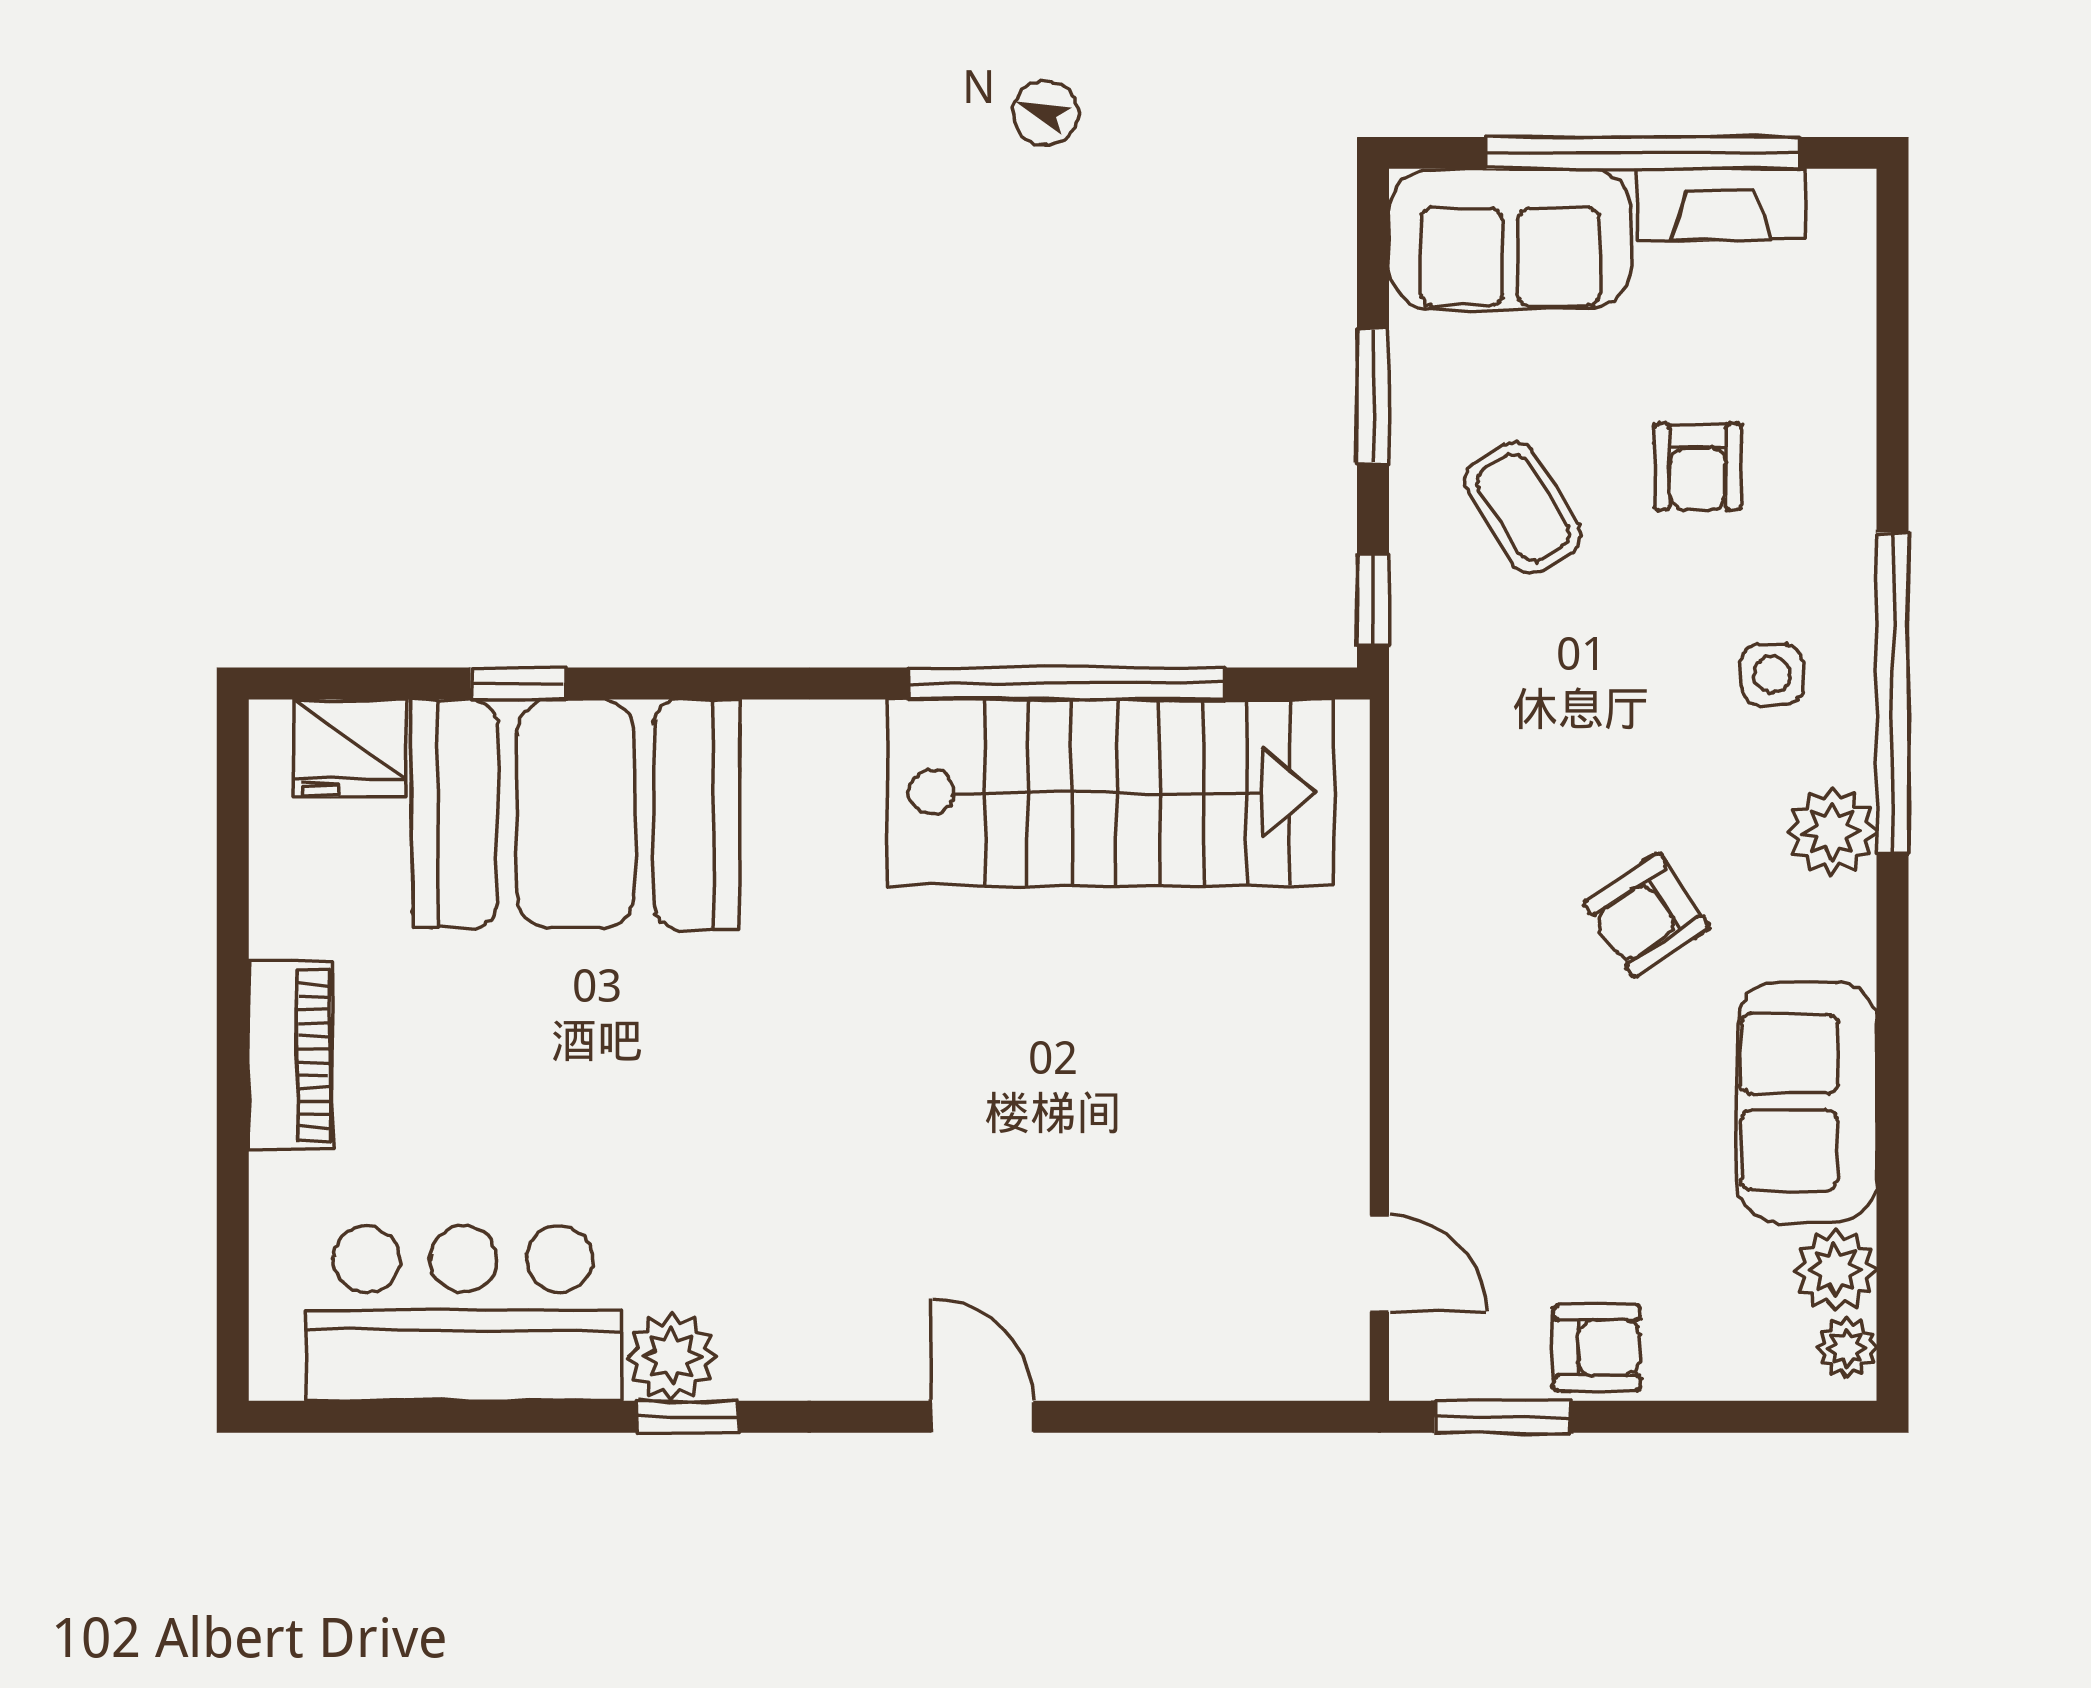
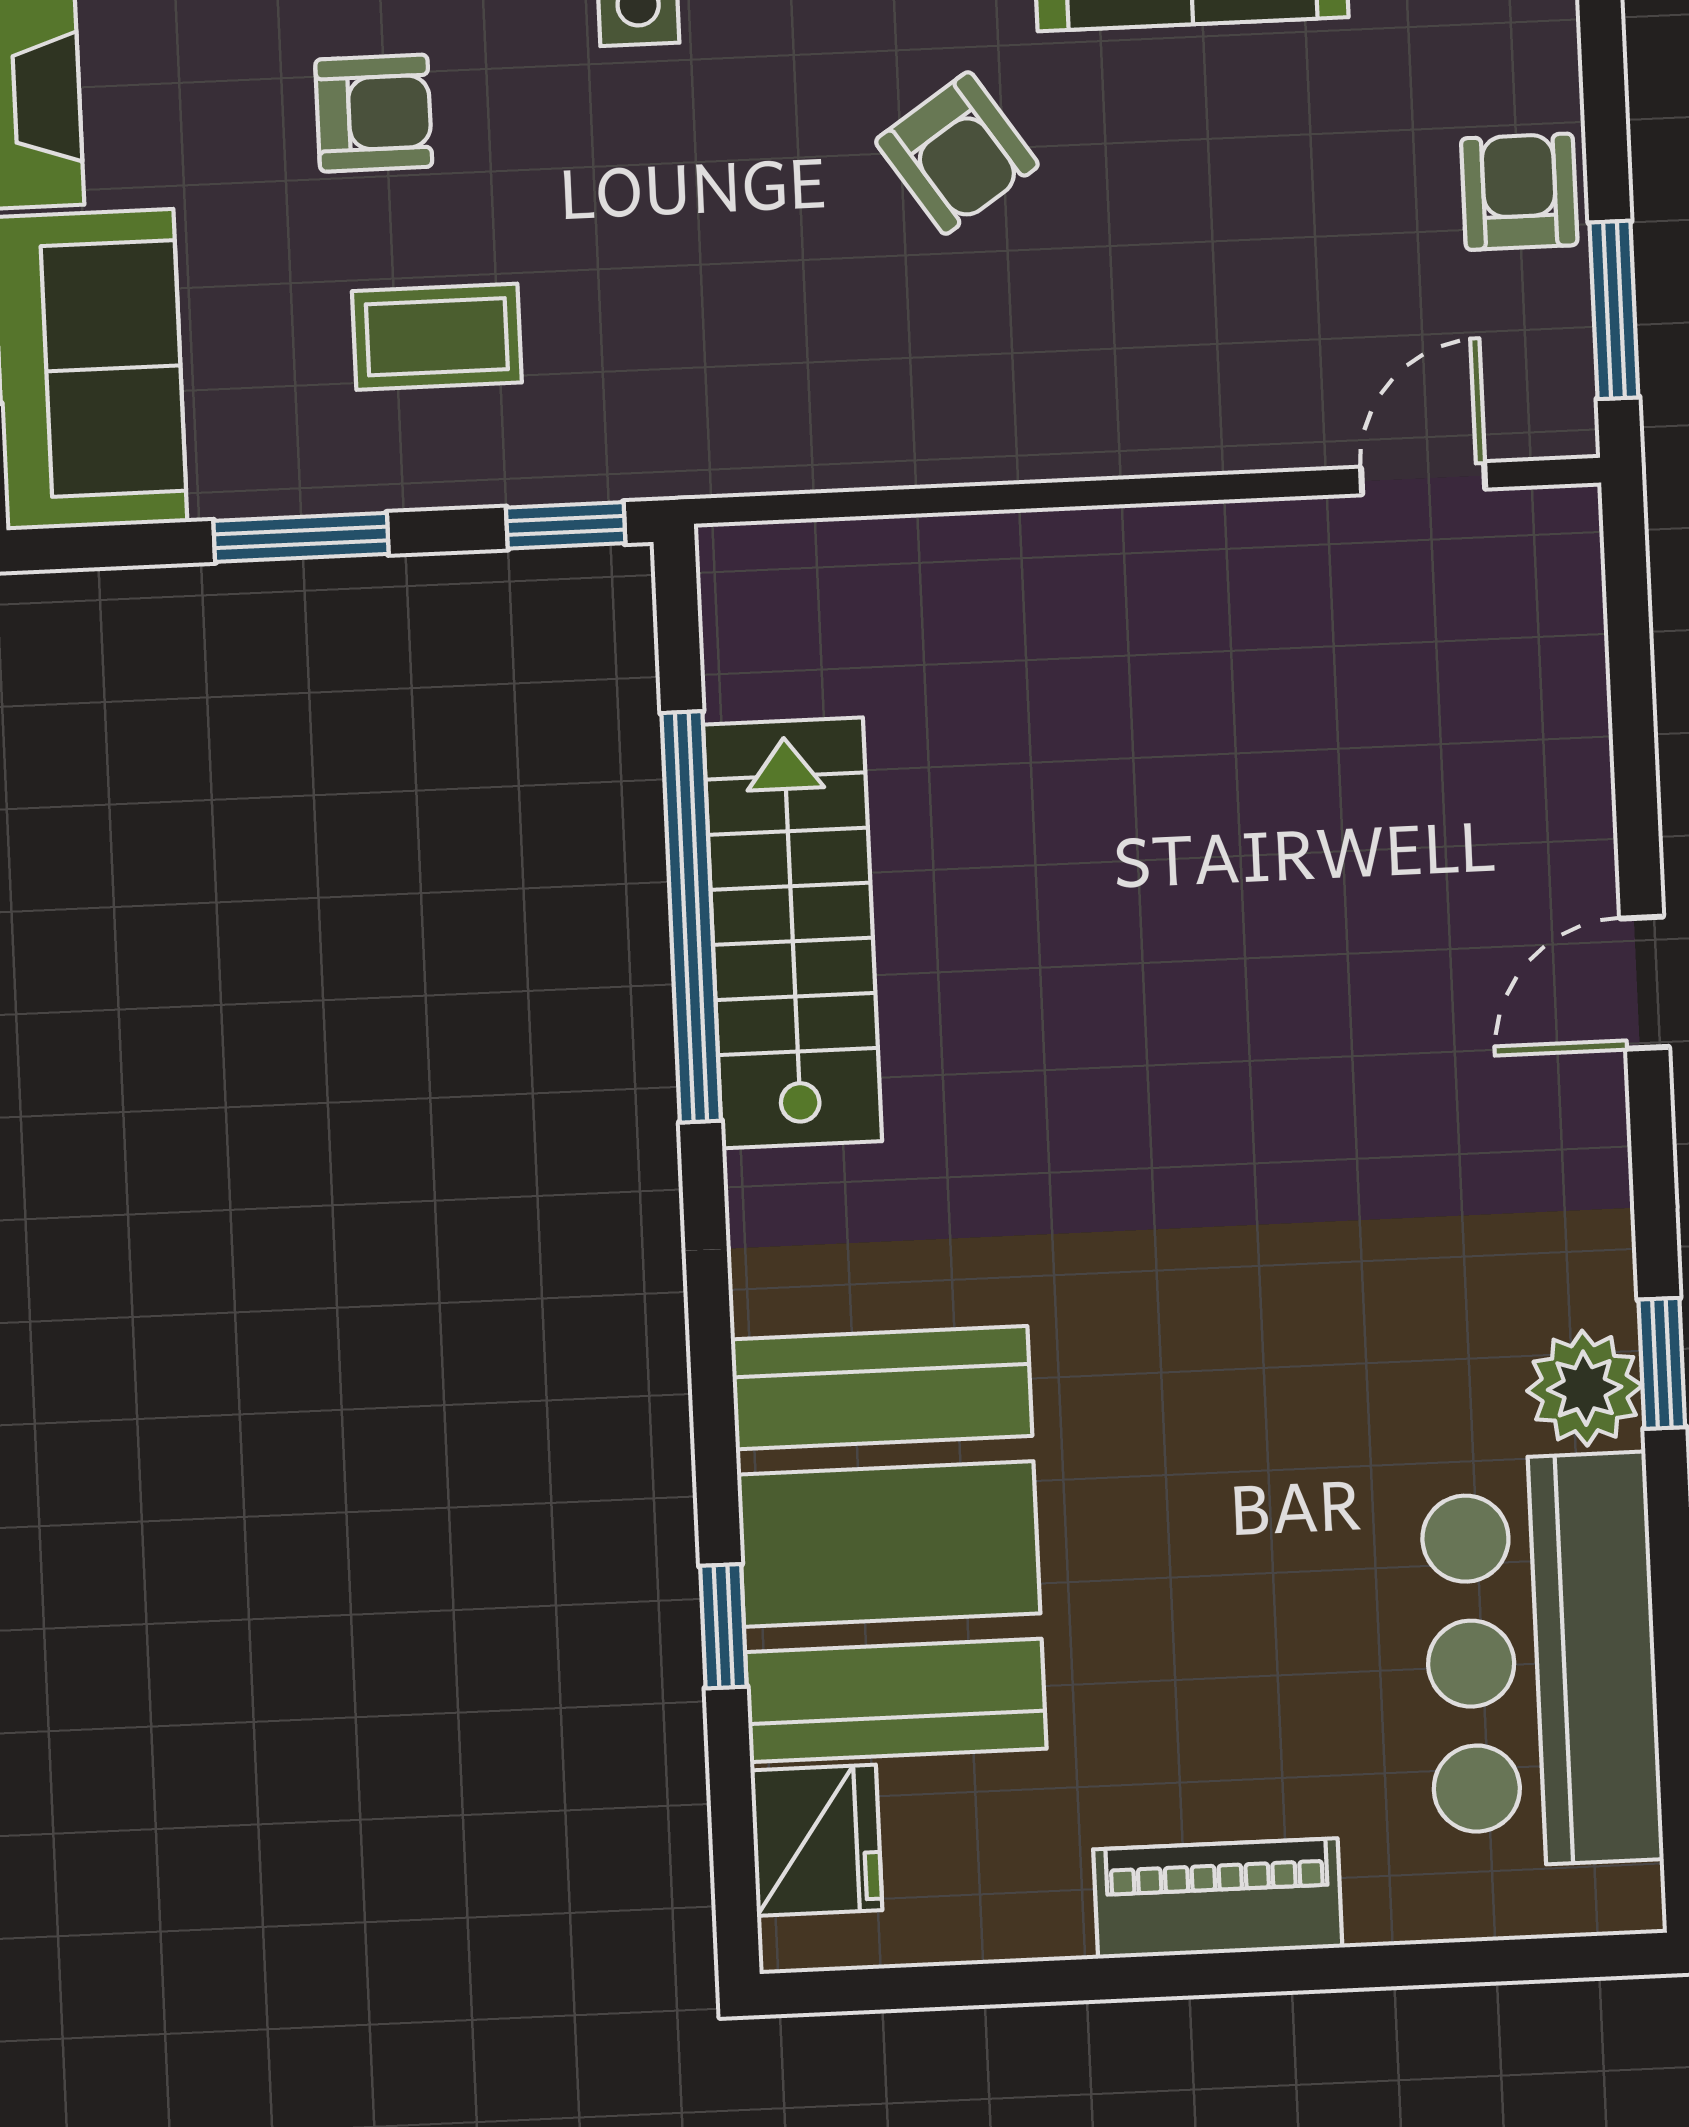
coffee table: (1523, 508) -> (437, 337), turned 32
stairs: (1110, 792) -> (792, 933), width x0.73, depth x0.66

